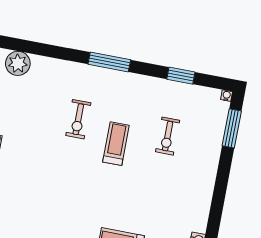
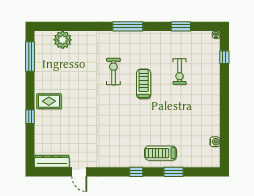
exercise bike: (78, 119) -> (113, 72), turned 180
window: (232, 128) -> (224, 57), width x0.46

